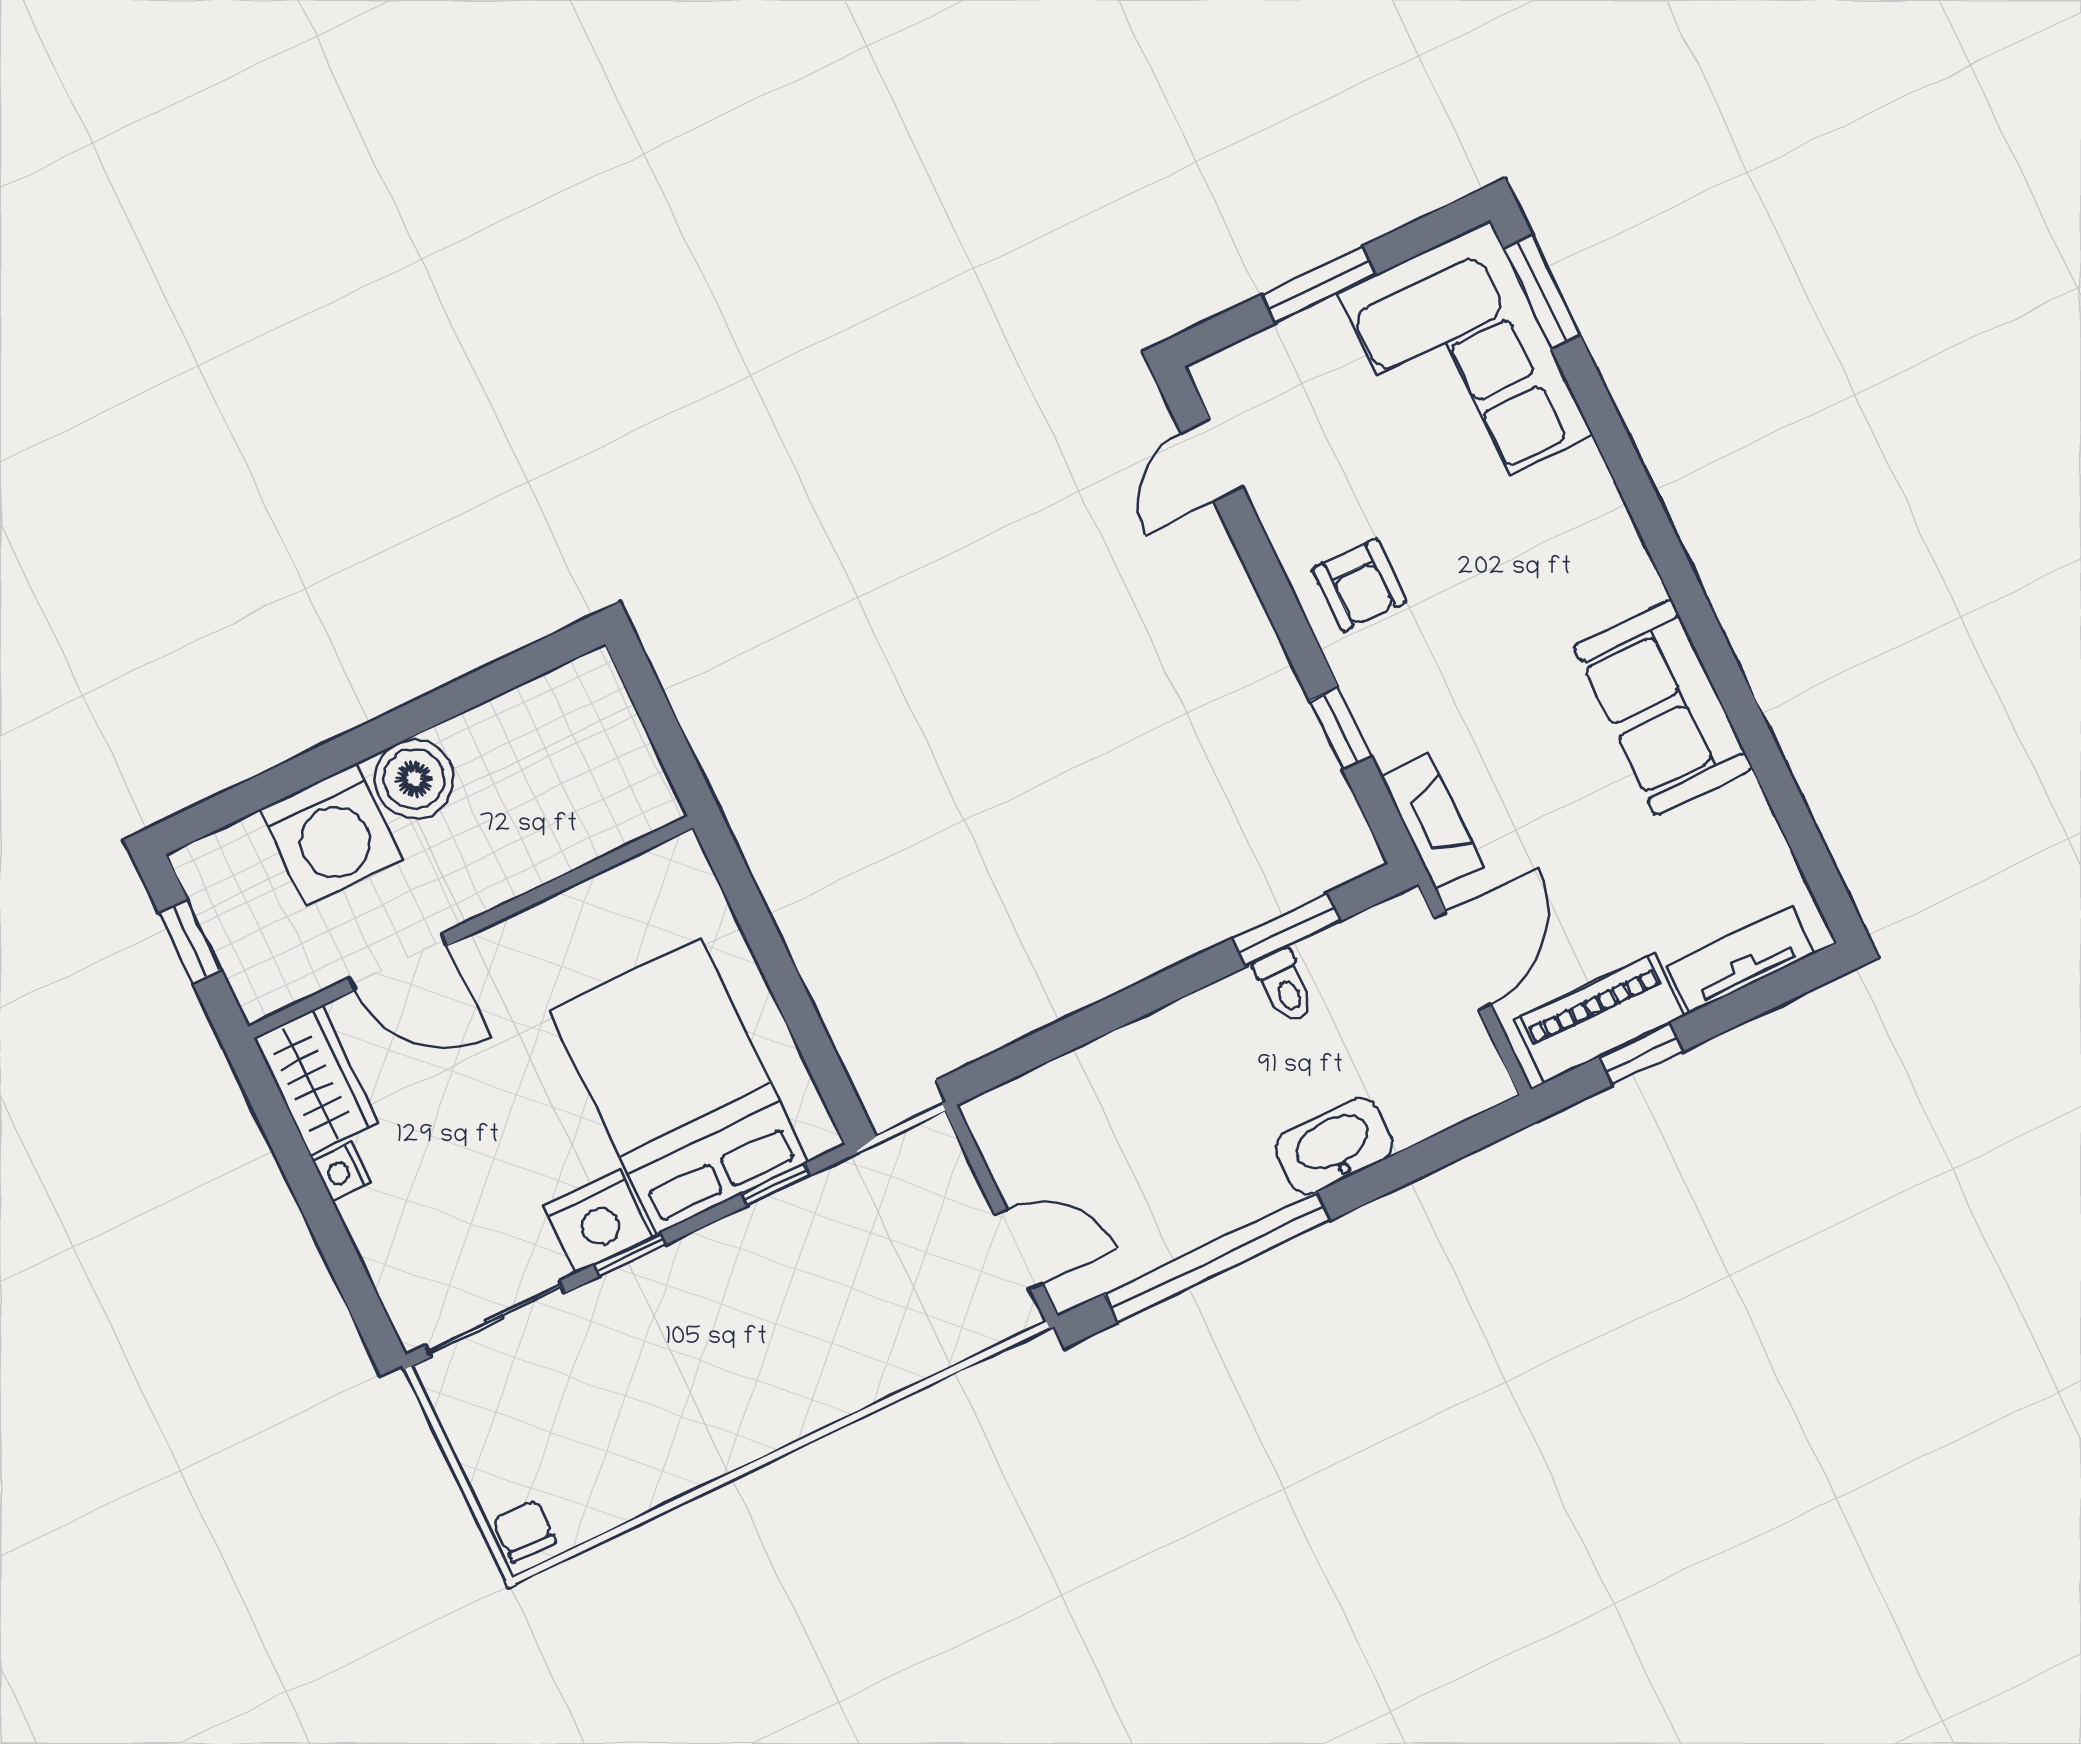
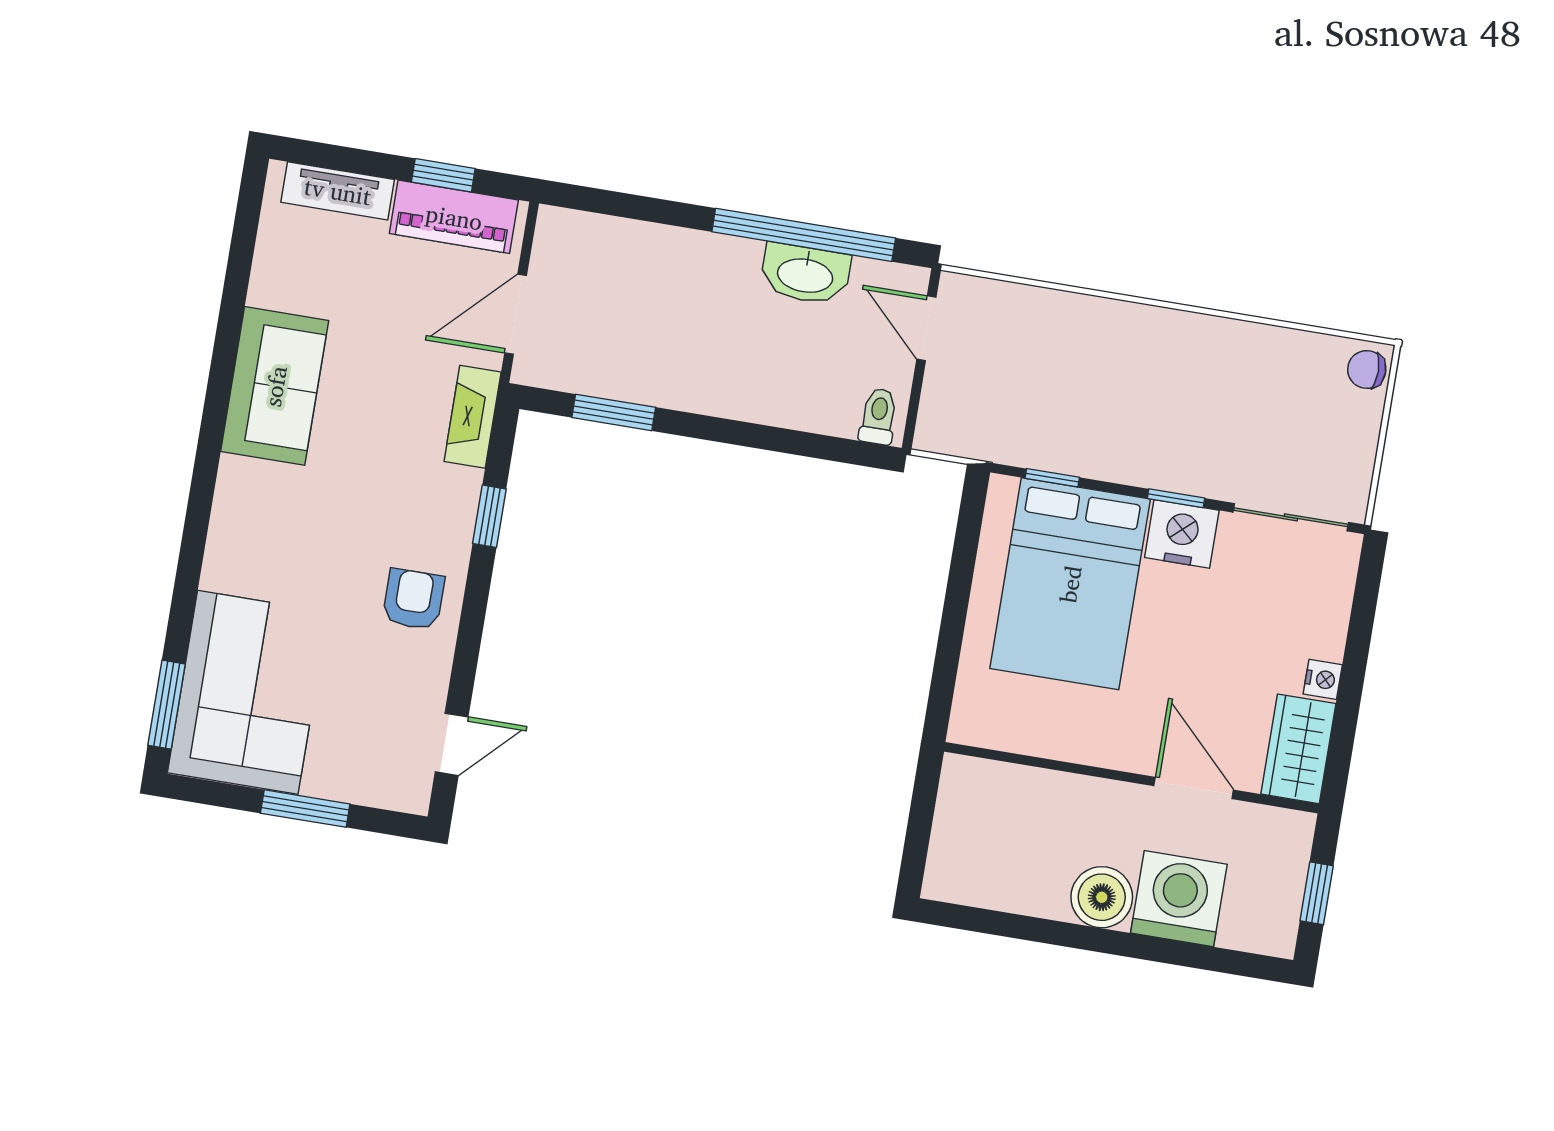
toilet: (1285, 987) -> (878, 416), moved
washbasin: (1334, 1146) -> (805, 274), moved
chair: (524, 1531) -> (1367, 369), turned 90

